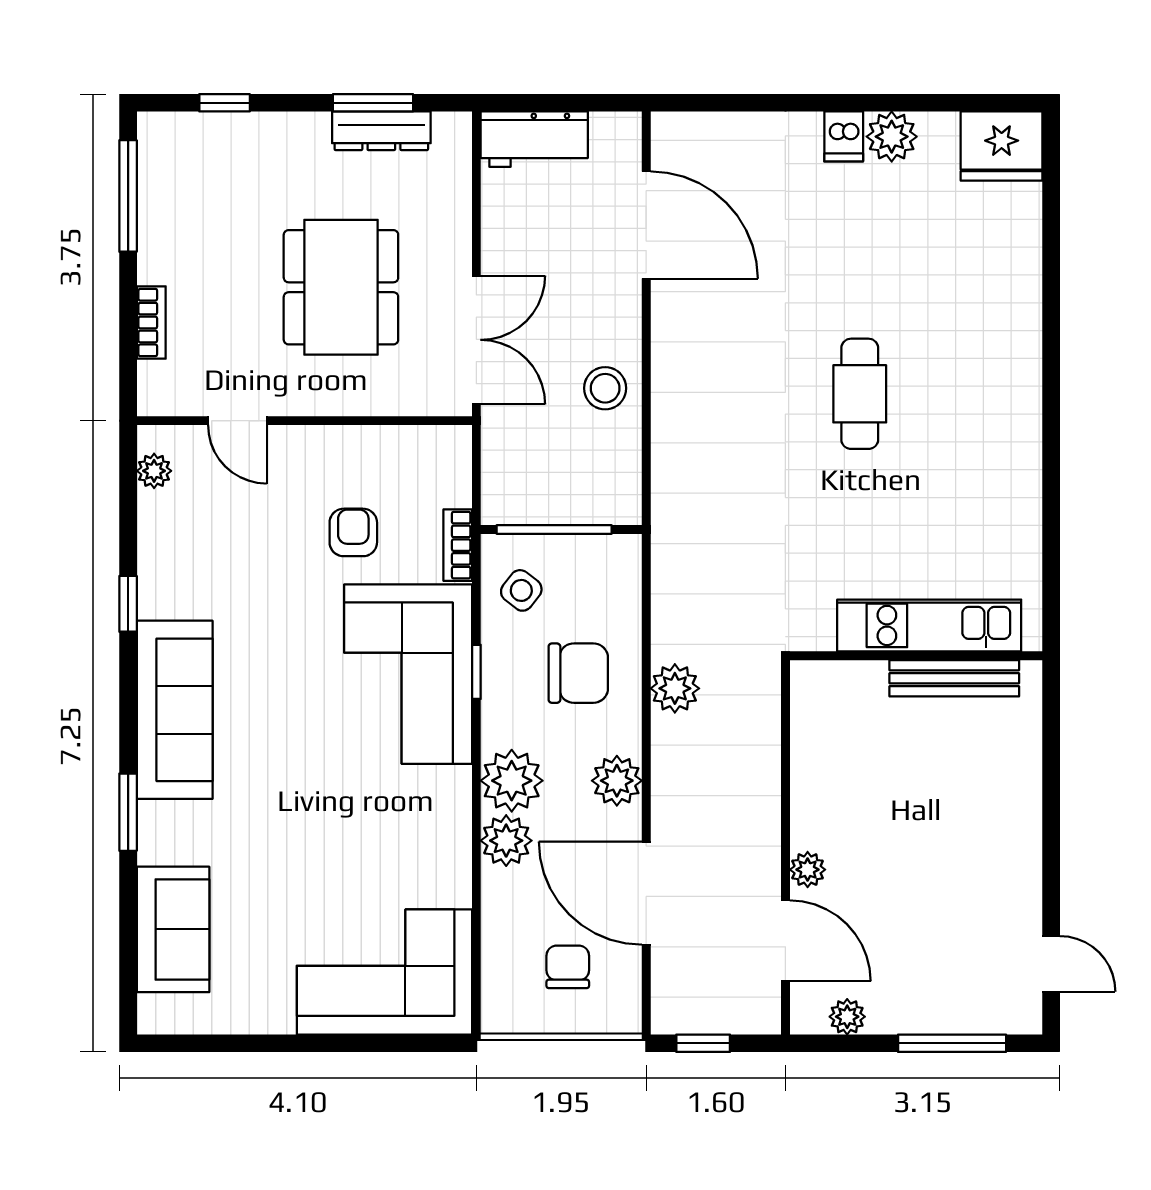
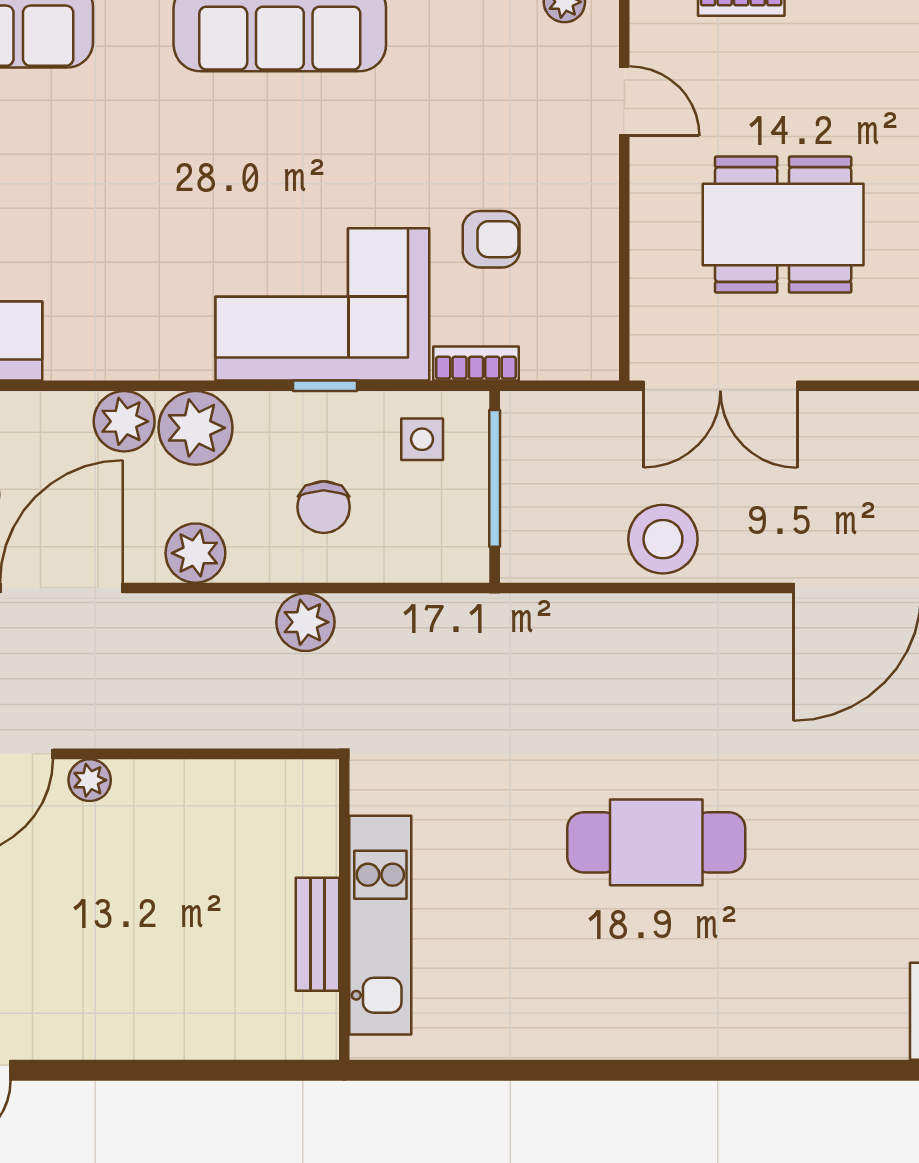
stool: (605, 388) -> (663, 539), width x1.38, depth x1.38
cafe table: (860, 394) -> (656, 842), width x1.37, depth x1.35
door: (237, 421) -> (624, 101), swing flipped
side table: (521, 590) -> (422, 439), turned -38
chair: (578, 673) -> (324, 507), width x0.73, depth x0.73
bench: (954, 678) -> (317, 934), width x0.73

